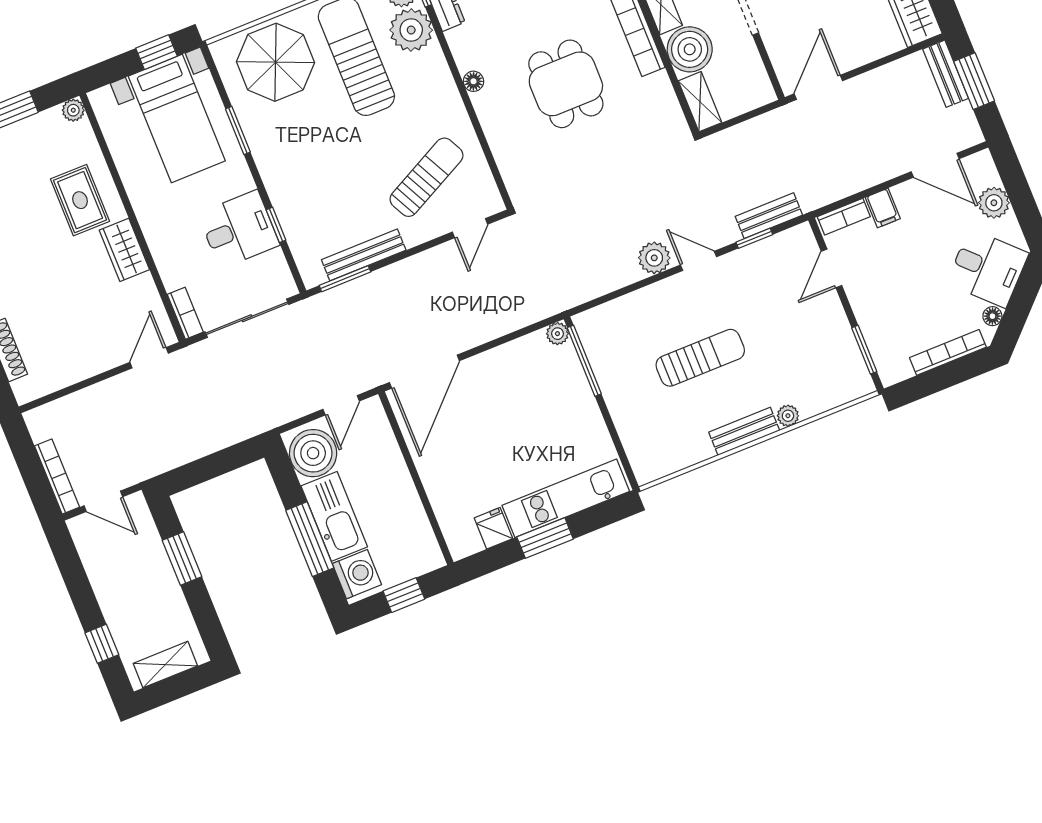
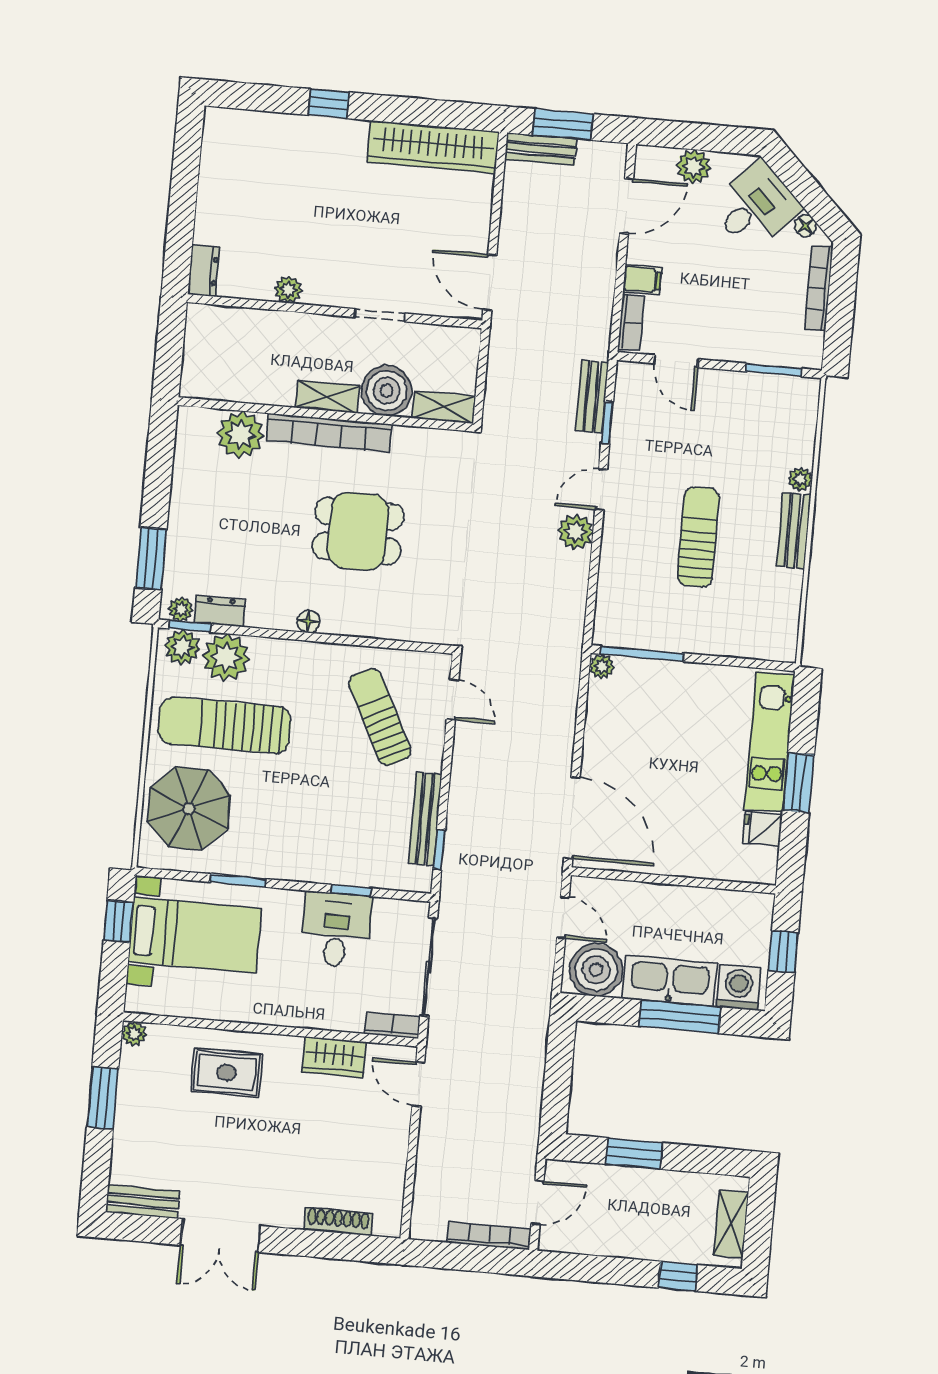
wardrobe: (124, 250) -> (334, 1057), moved
window: (345, 279) -> (439, 850), width x0.67

